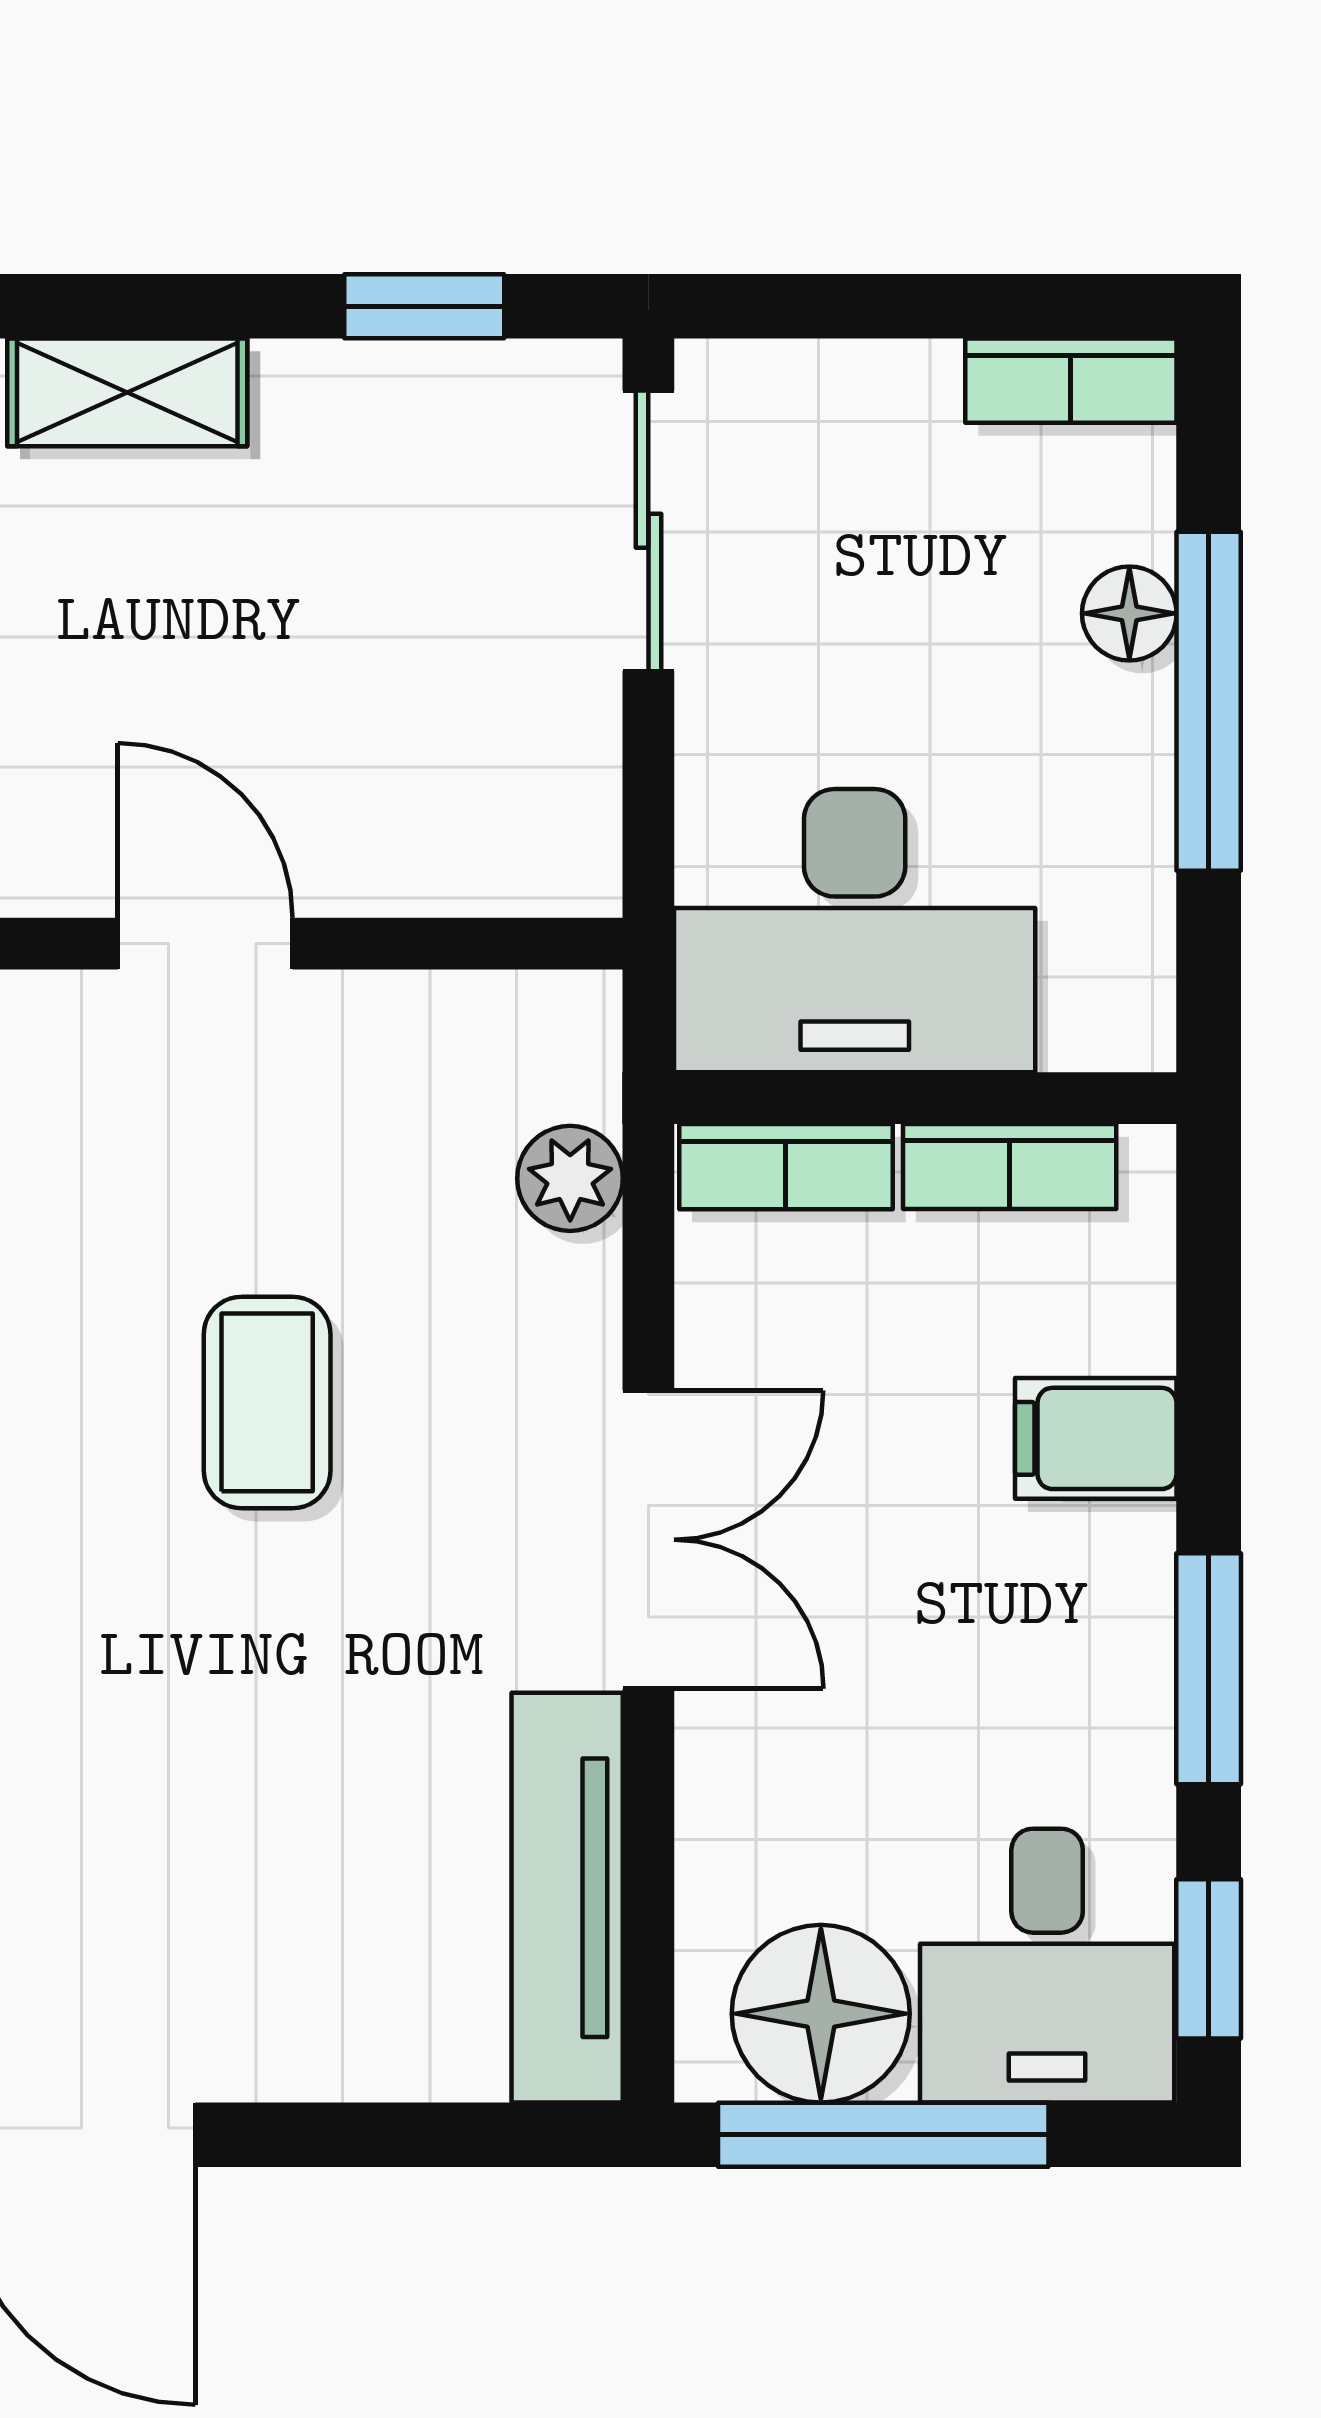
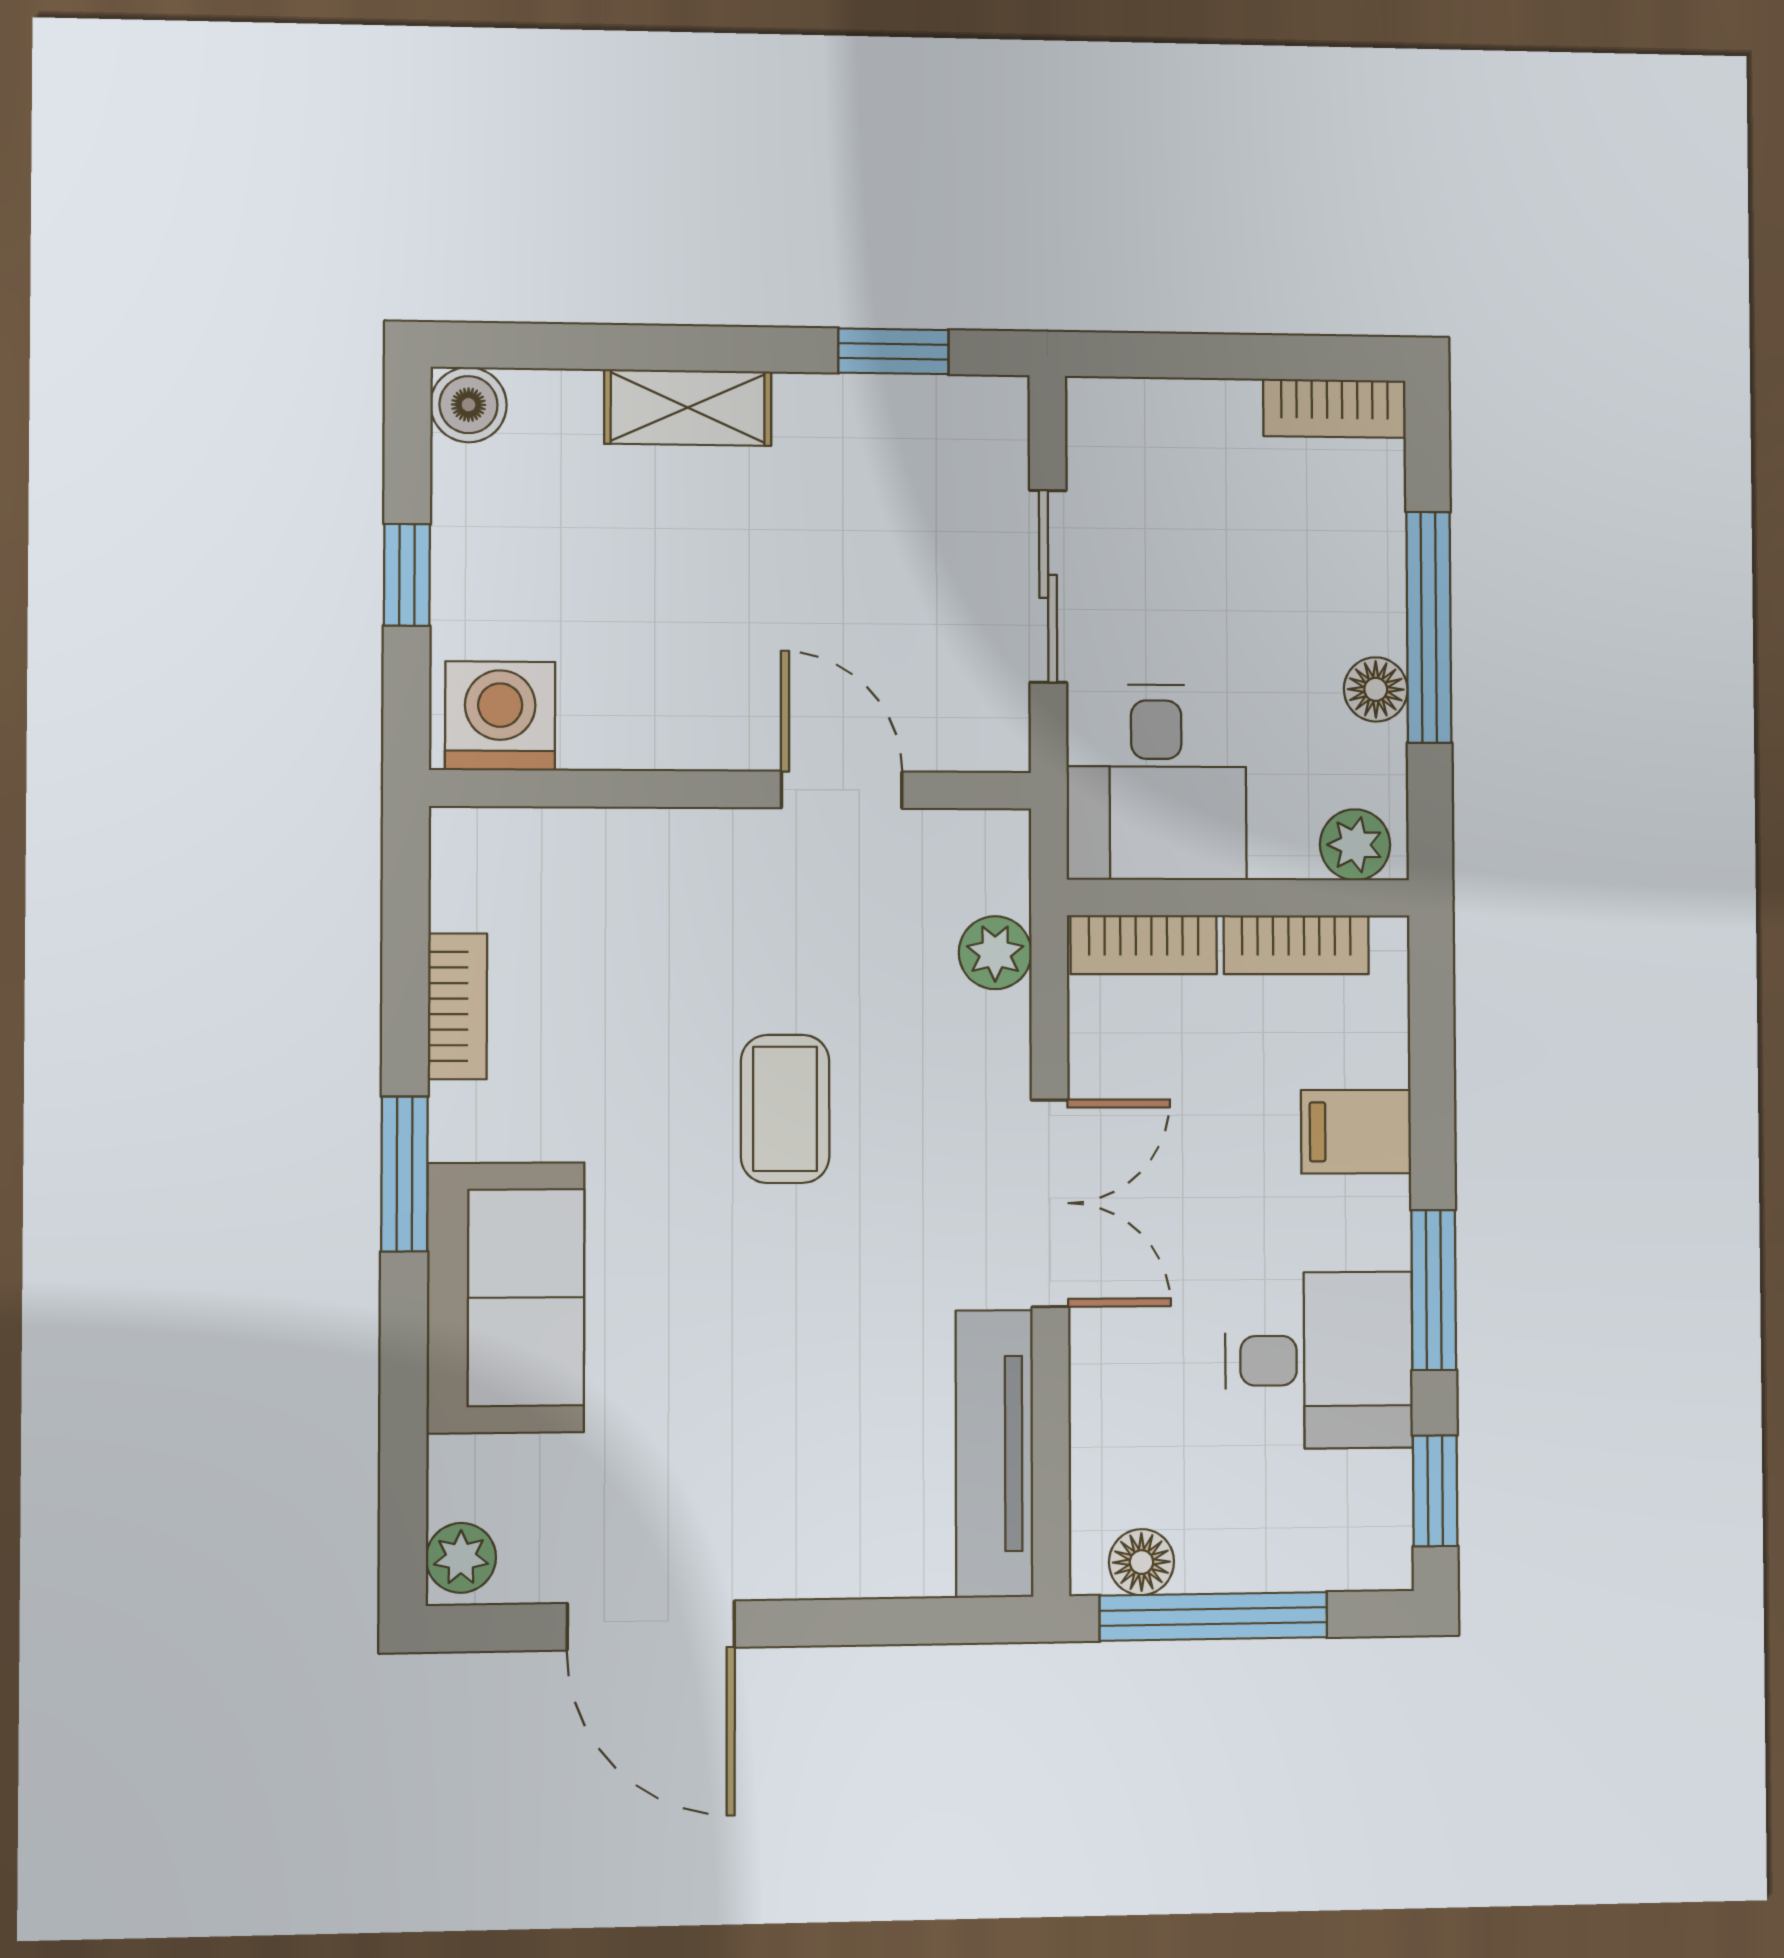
sliding door: (648, 531) -> (1048, 586), moved
floor lamp: (1129, 613) -> (1376, 689), moved
desk: (855, 931) -> (1156, 782), width x0.73
door: (205, 944) -> (842, 790), moved
plant: (1097, 1021) -> (1355, 845), added
desk: (1047, 1966) -> (1319, 1360), moved, turned -90
floor lamp: (821, 2014) -> (1141, 1562), width x0.53, depth x0.53

